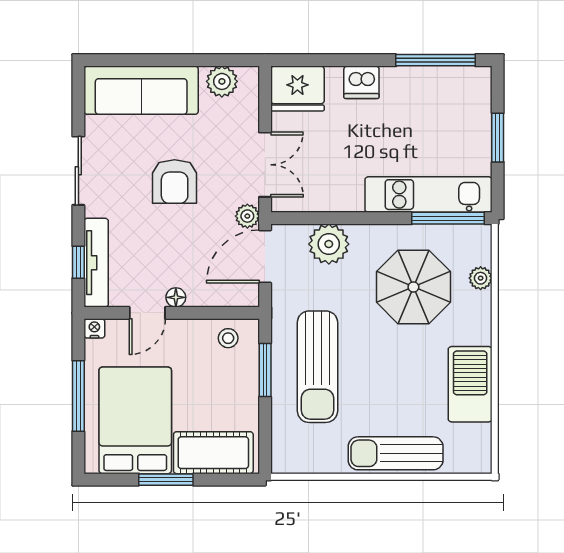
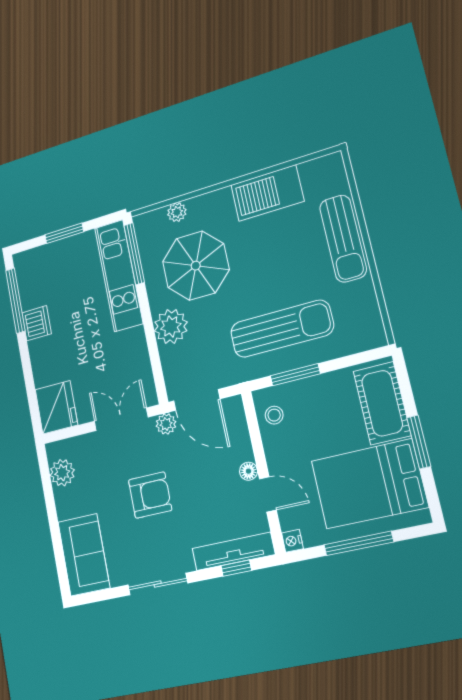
dishwasher: (361, 82) -> (37, 323), moved
sofa: (141, 90) -> (84, 555), width x0.73
plant: (329, 244) -> (171, 326), moved

